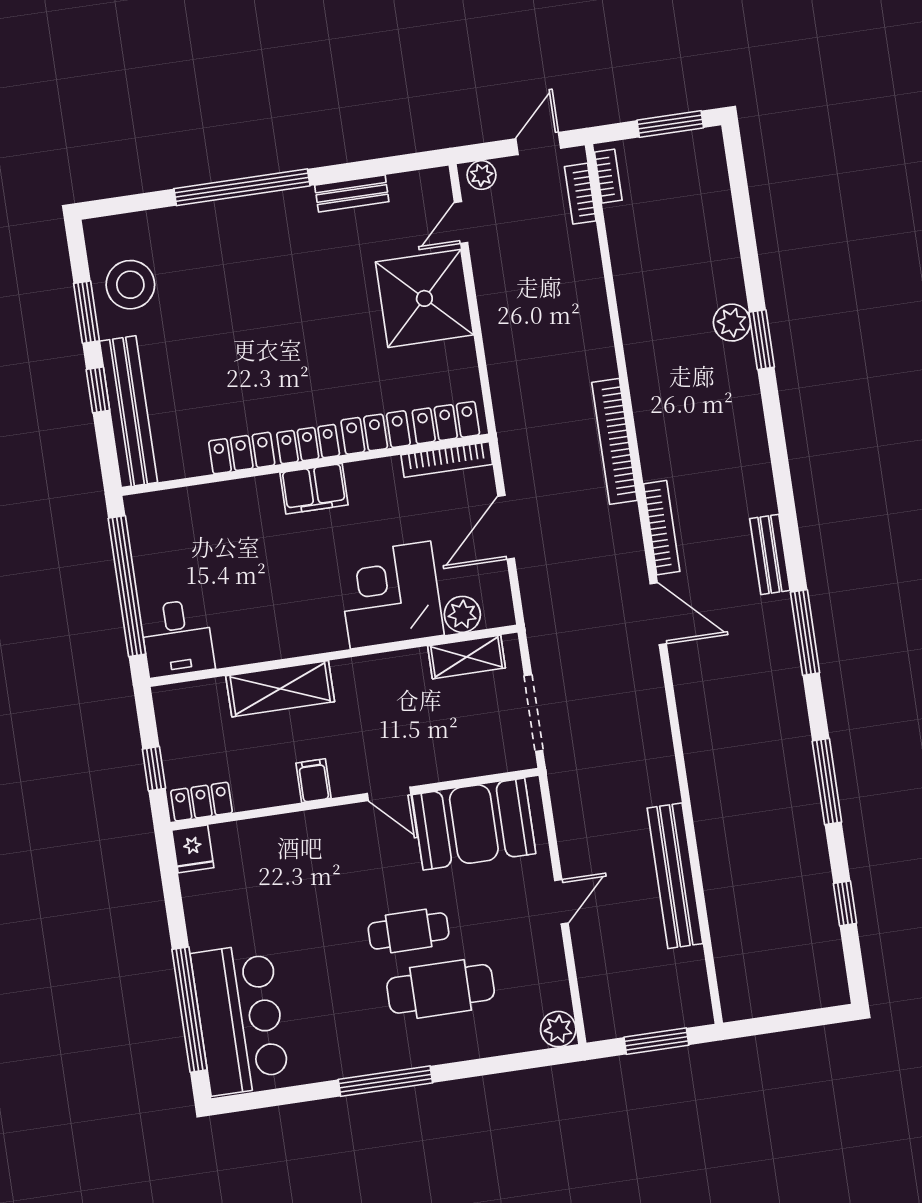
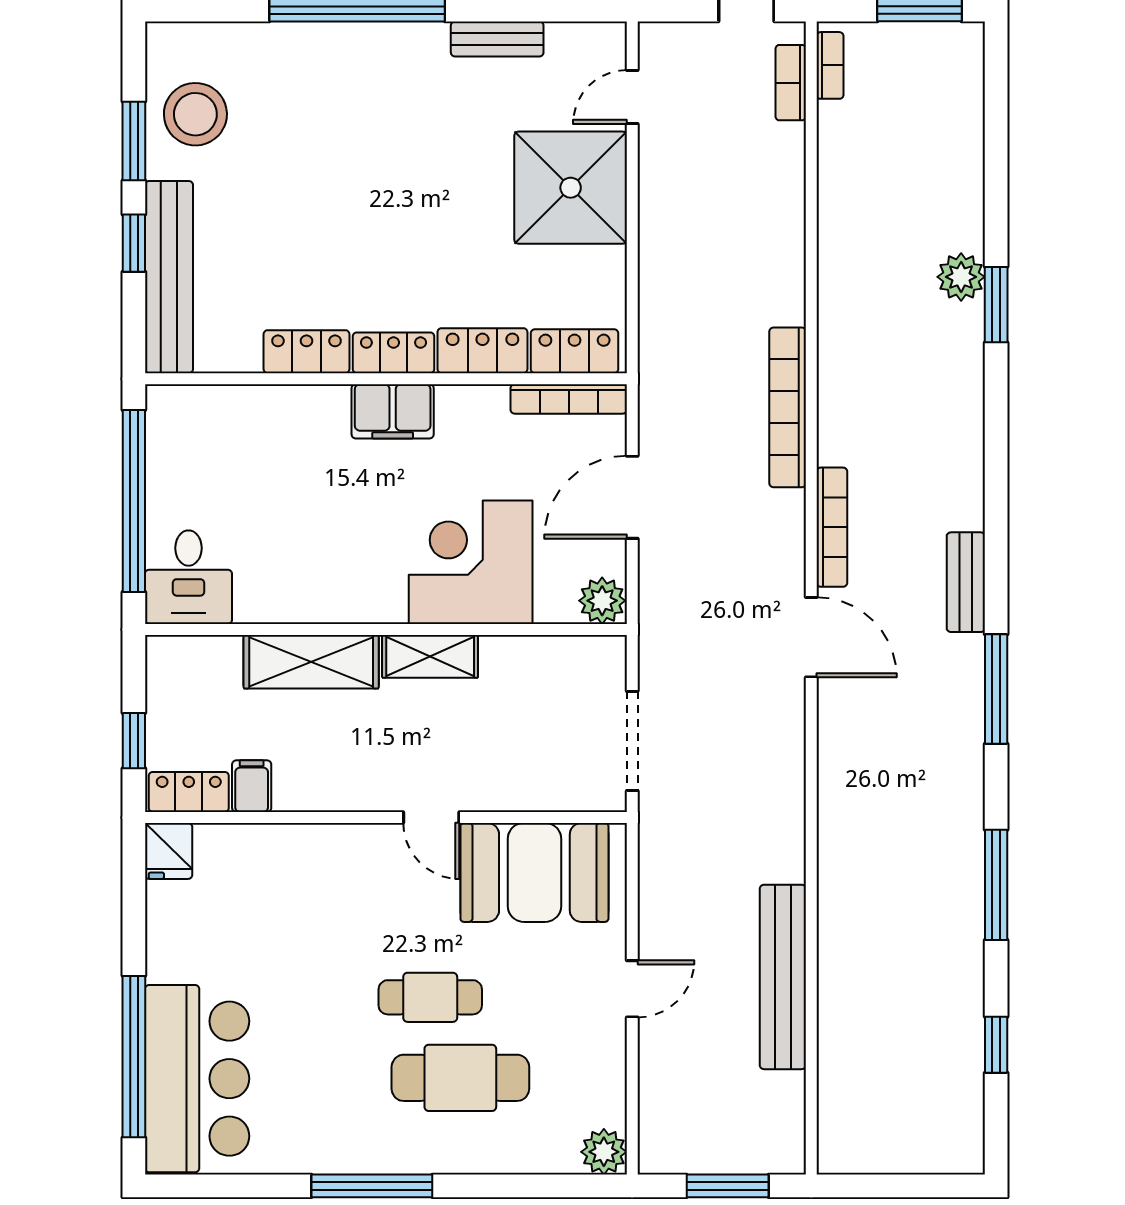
plant: (482, 175) -> (667, 40), removed
plant: (462, 614) -> (602, 601), moved
shelving: (466, 657) -> (430, 656), moved
filing cabinet: (314, 781) -> (252, 786), moved

